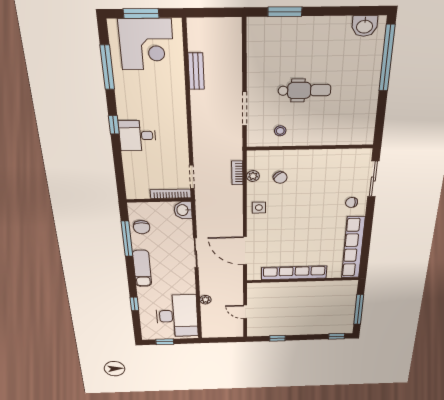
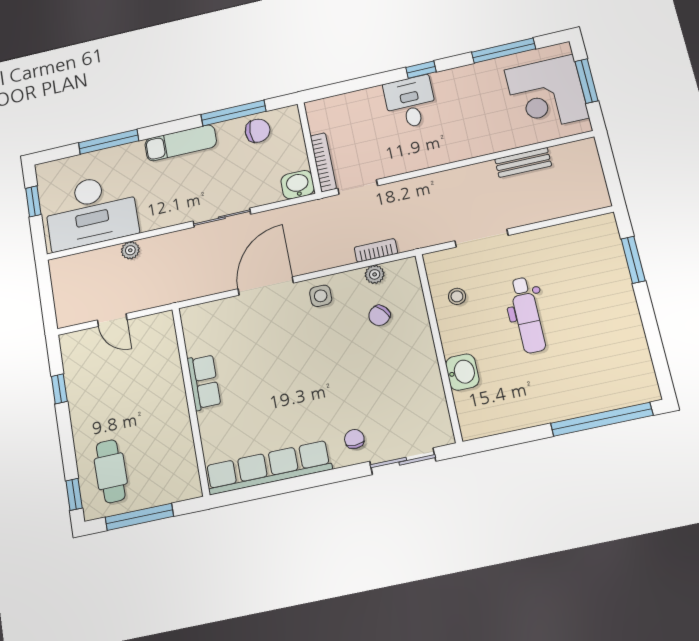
washbasin: (365, 26) -> (462, 372), moved, turned 180
chair: (142, 227) -> (258, 131), turned 180
door: (245, 251) -> (266, 286), moved
row of seats: (294, 273) -> (204, 382), width x0.50
window: (134, 304) -> (109, 142), width x2.17
door: (245, 312) -> (112, 320), swing flipped
cafe table: (330, 320) -> (111, 471), added

